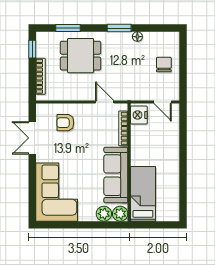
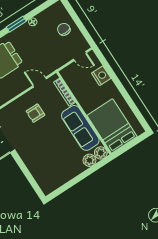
nightstand: (139, 115) -> (101, 76), moved, turned 180
armchair: (65, 123) -> (35, 113), moved
corner sofa: (57, 192) -> (47, 167), removed
bed: (143, 194) -> (112, 126), width x1.50

